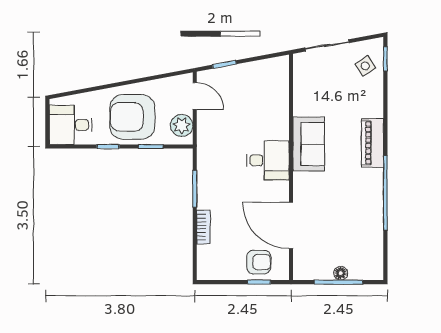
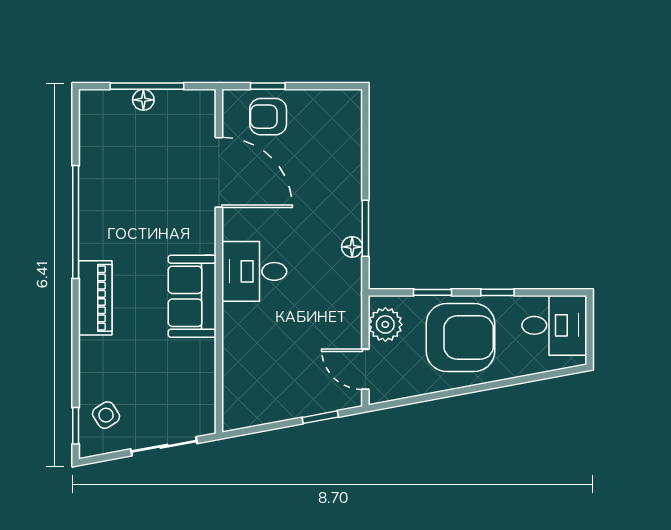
floor lamp: (204, 176) -> (352, 247), added
bookcase: (203, 227) -> (352, 170), removed

